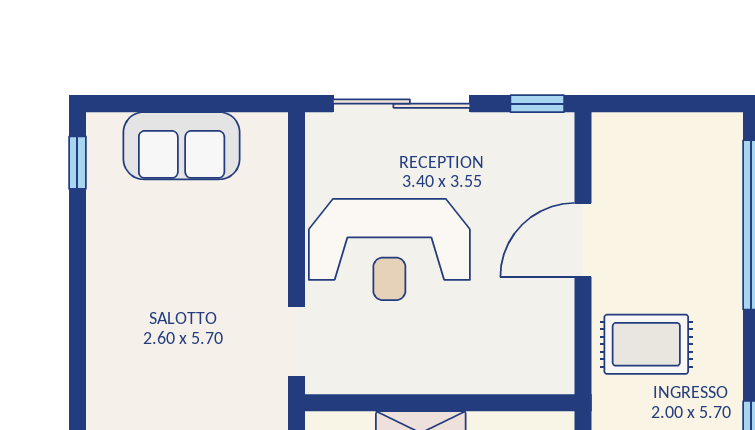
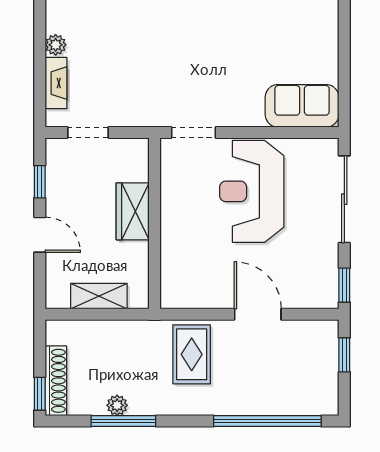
window: (647, 104) -> (344, 355), added
sofa: (182, 146) -> (302, 106), moved, turned 90

